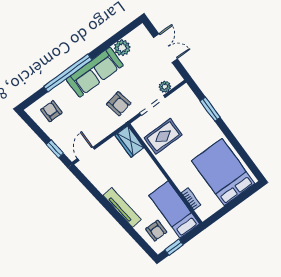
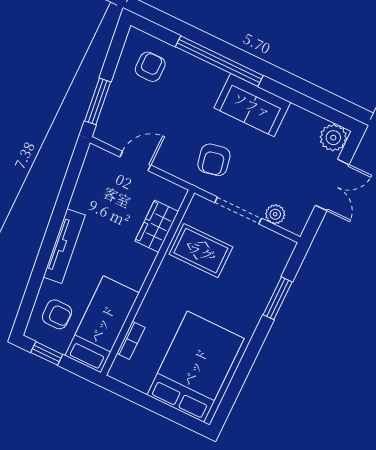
plant: (122, 48) -> (333, 138), moved
sofa: (95, 72) -> (252, 105), width x0.73
wardrobe: (129, 142) -> (157, 226), moved
window: (55, 149) -> (98, 101), width x1.50
door: (86, 154) -> (135, 161), moved
armchair: (156, 231) -> (57, 314), turned -90

